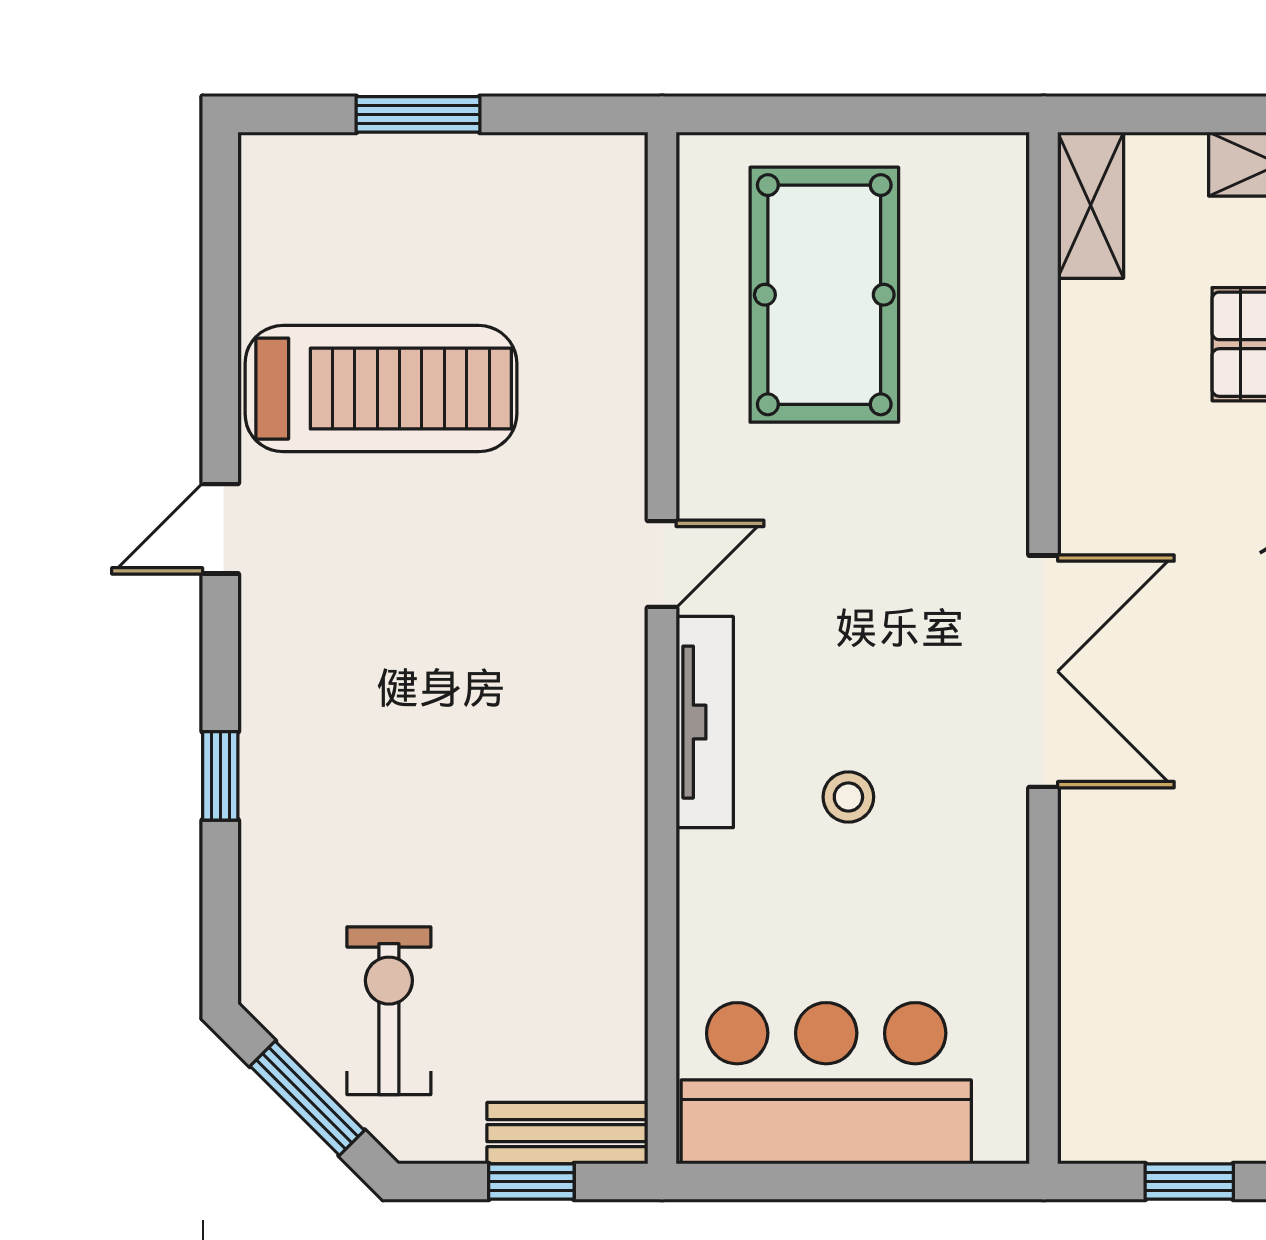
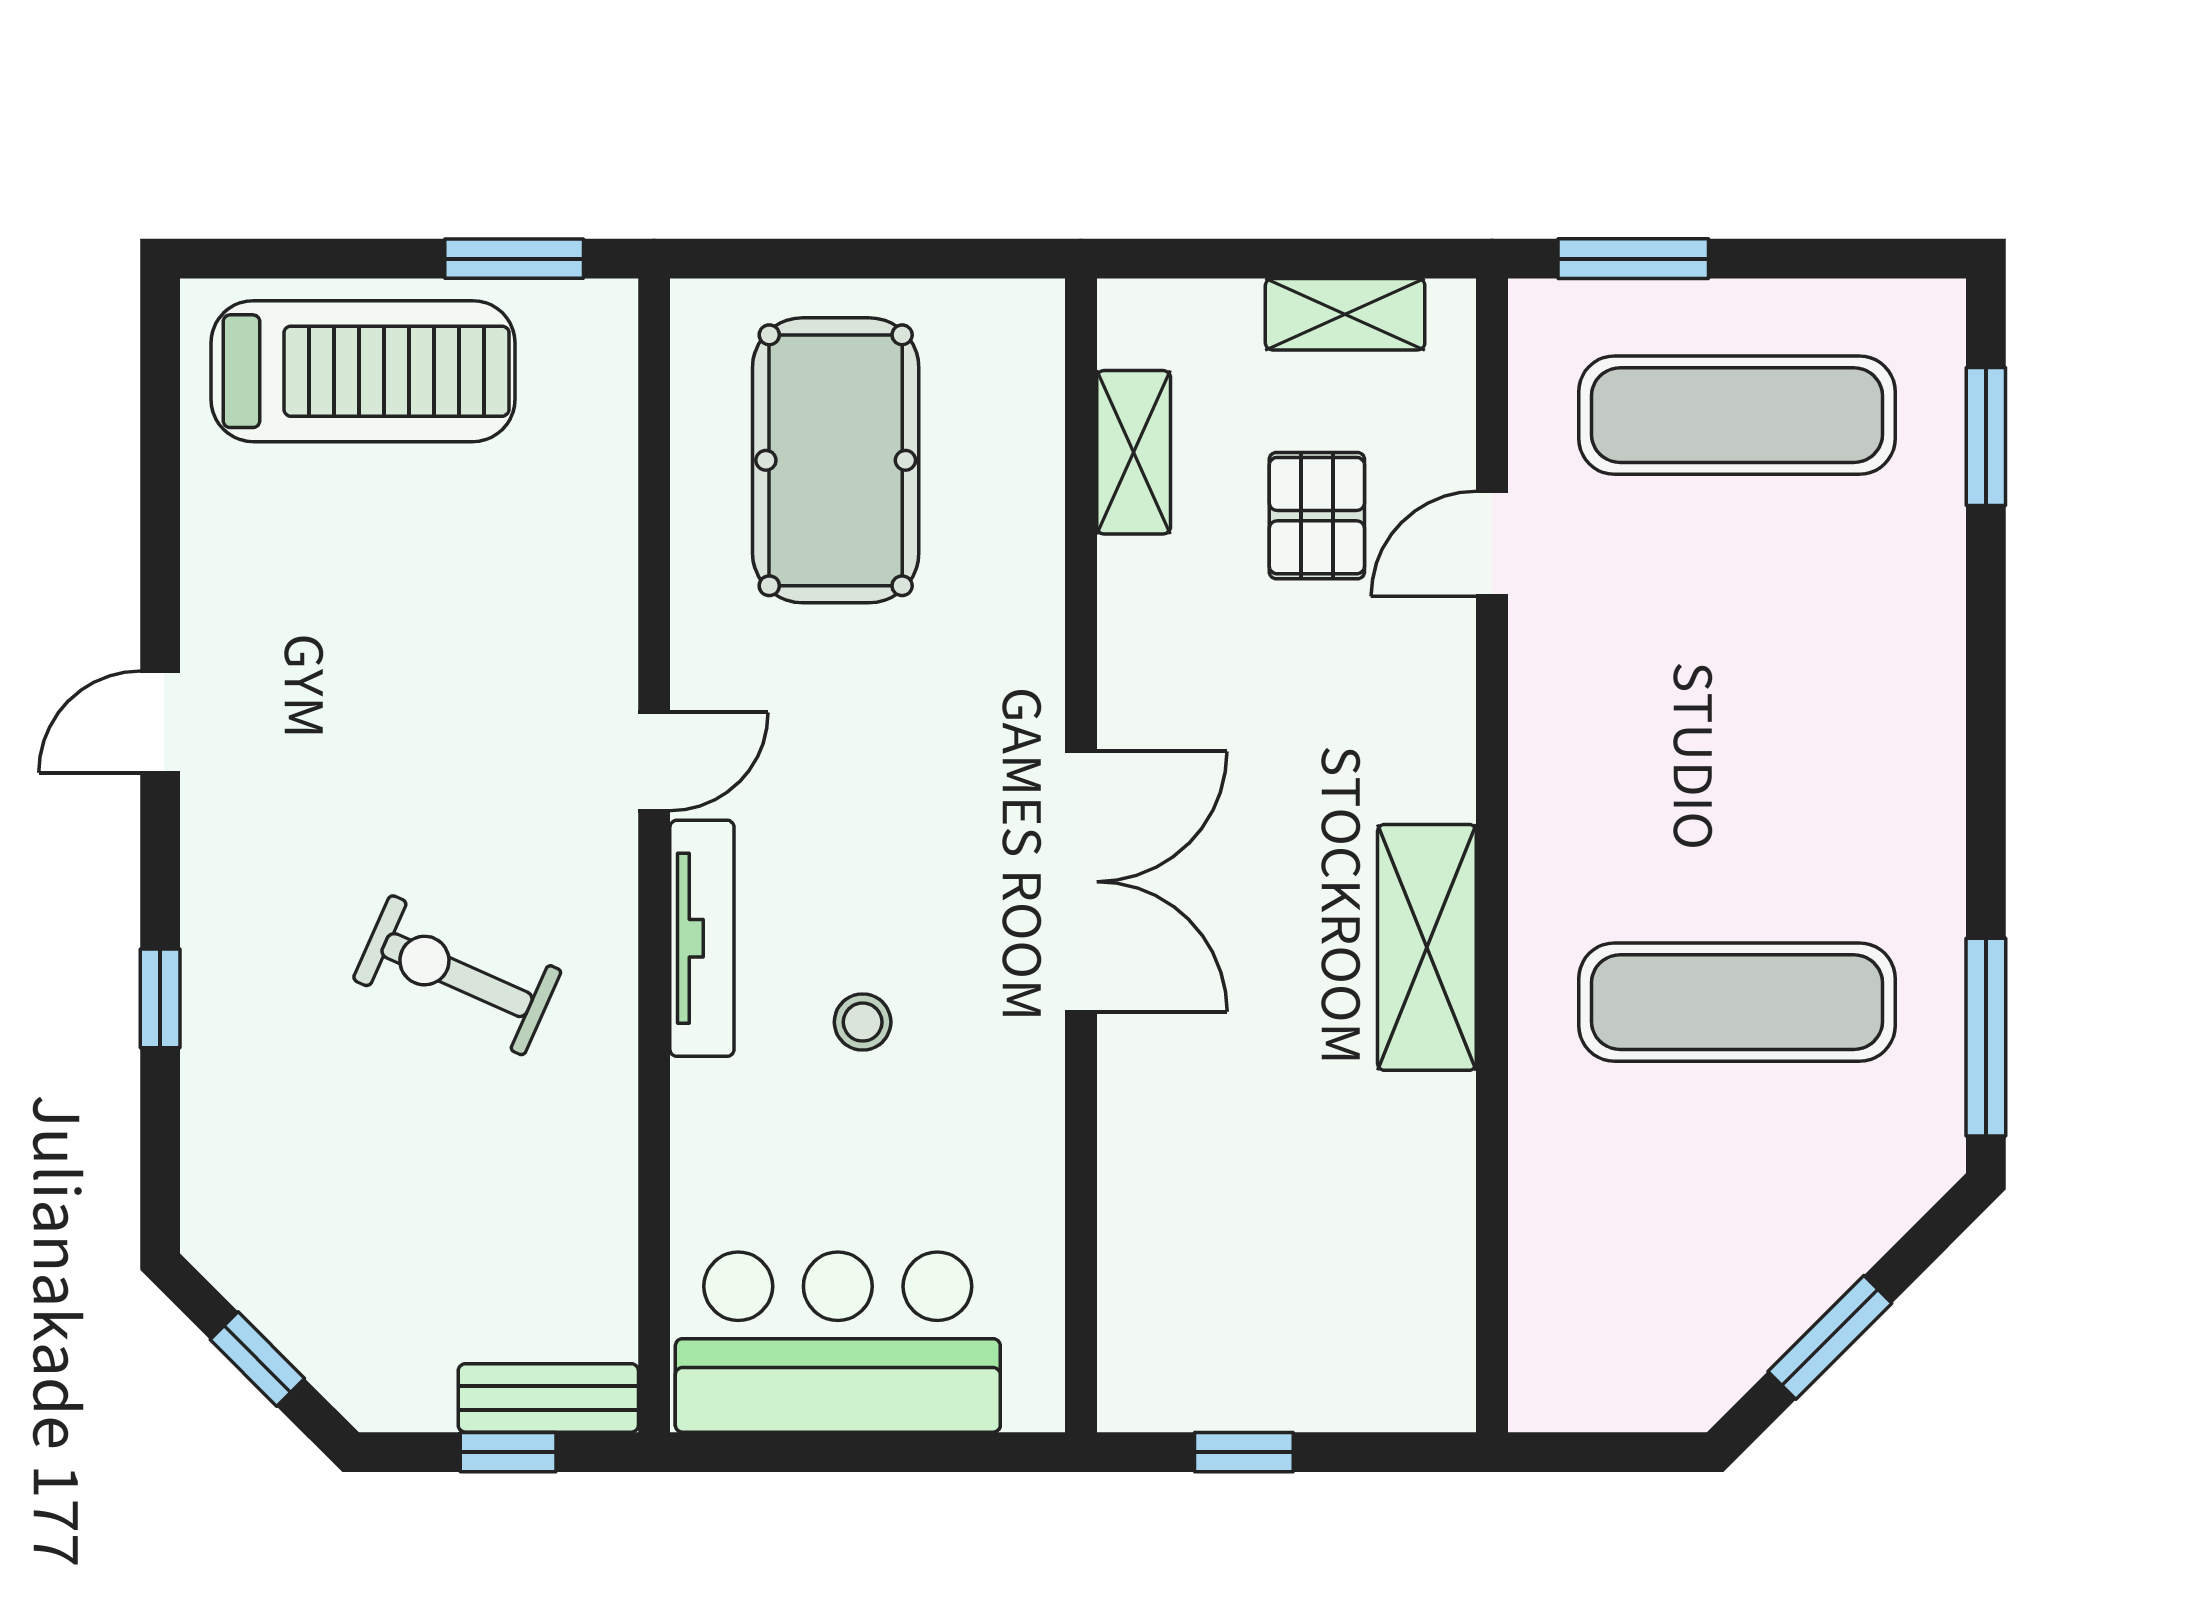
window: (418, 114) -> (514, 259), moved
shelving: (1091, 205) -> (1134, 452), moved
treadmill: (381, 389) -> (363, 371), moved
exercise bike: (389, 1011) -> (457, 975), moved, turned -66
window: (307, 1098) -> (257, 1359), width x0.67

